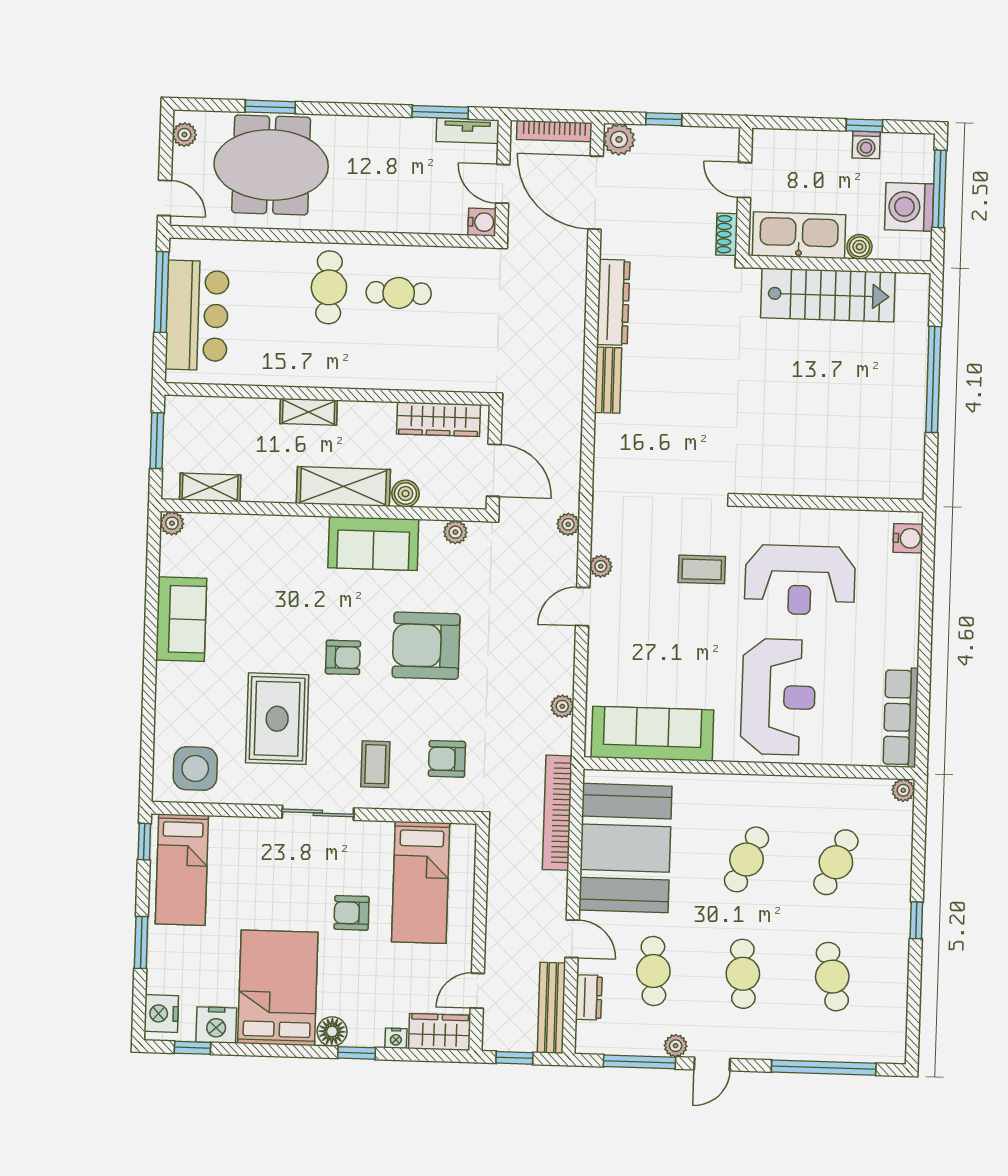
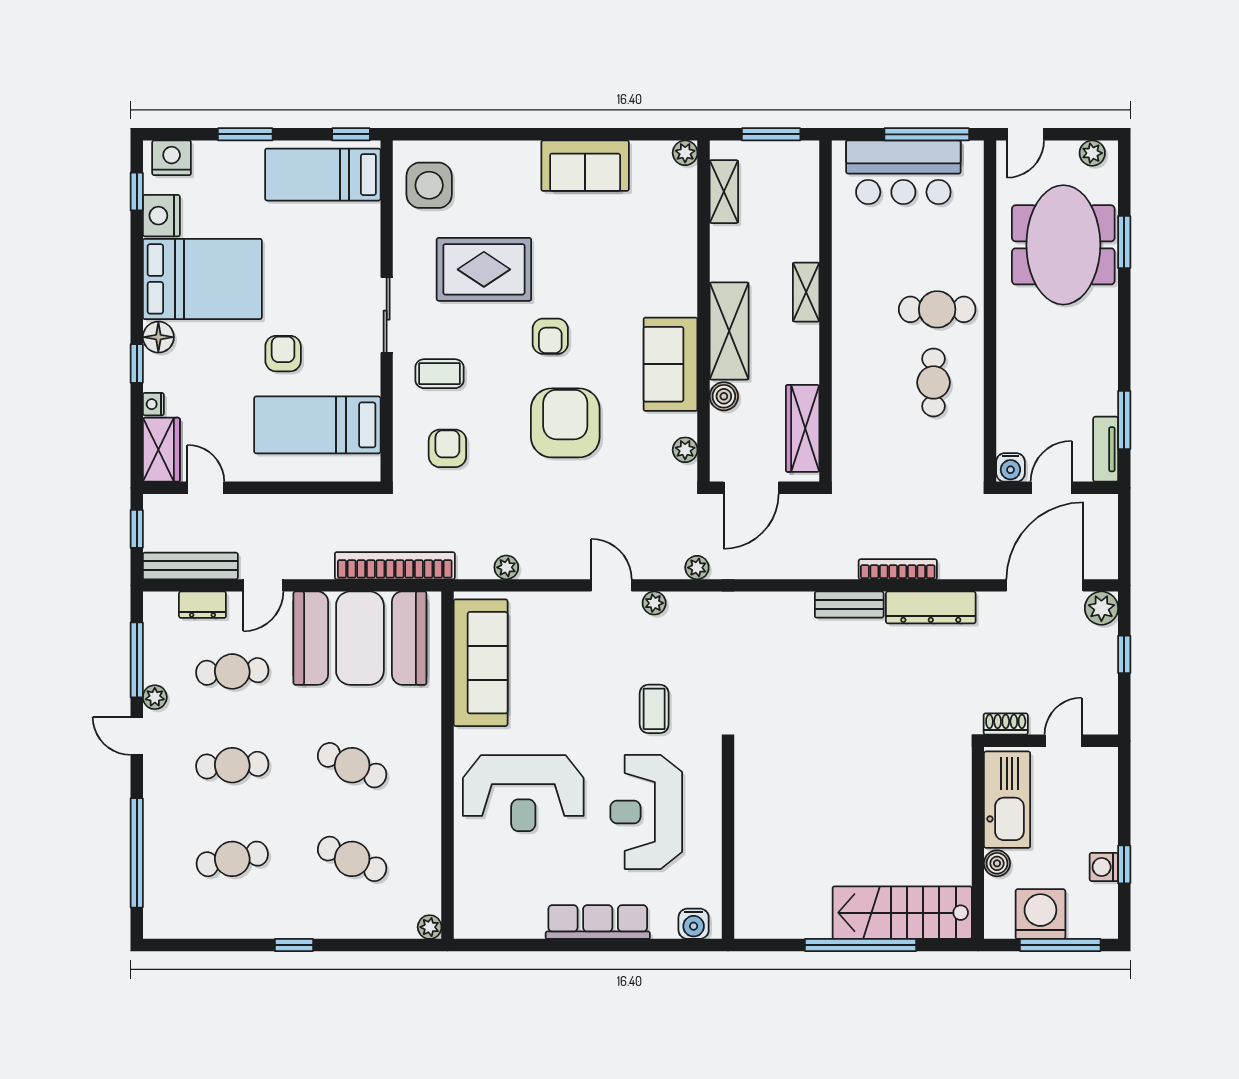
bookcase: (554, 131) -> (898, 569), moved, turned 90
stairs: (828, 295) -> (902, 913), moved, turned 90
row of seats: (901, 717) -> (598, 922), moved

